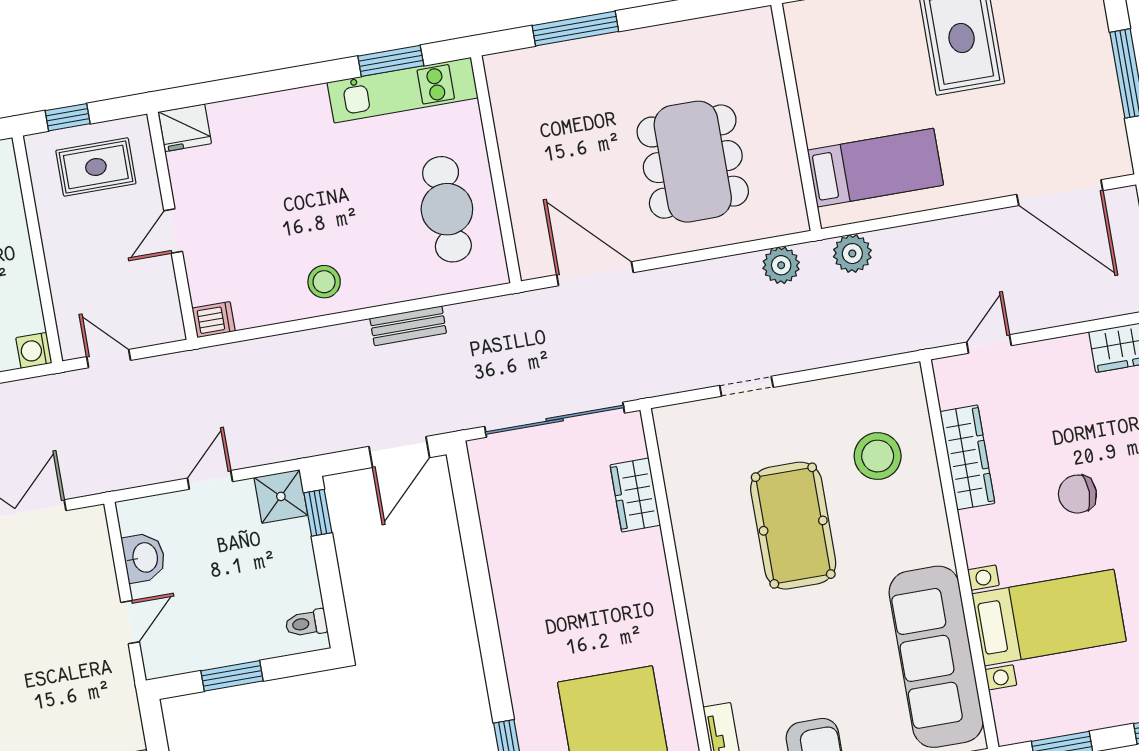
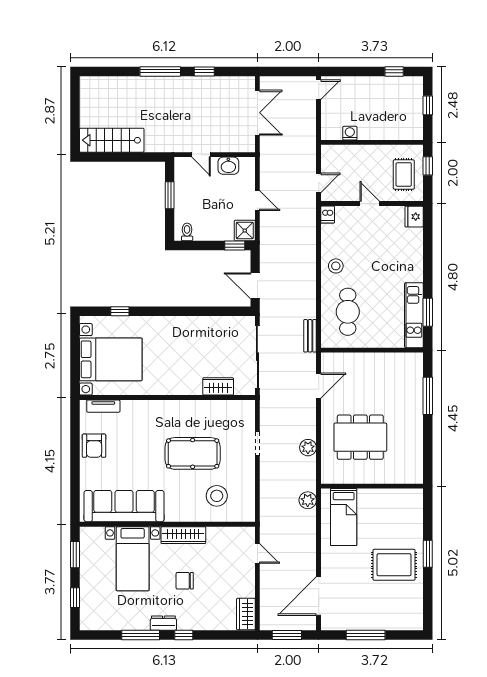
cafe table: (447, 209) -> (348, 312), moved, turned 90
plant: (781, 265) -> (308, 448), moved
door: (595, 274) -> (319, 386), width x0.73
bench: (408, 326) -> (310, 336), moved
washing machine: (34, 350) -> (350, 133), moved
door: (109, 359) -> (319, 183), moved
wardrobe: (967, 457) -> (183, 535), moved
chair: (1077, 494) -> (185, 581), turned -90

